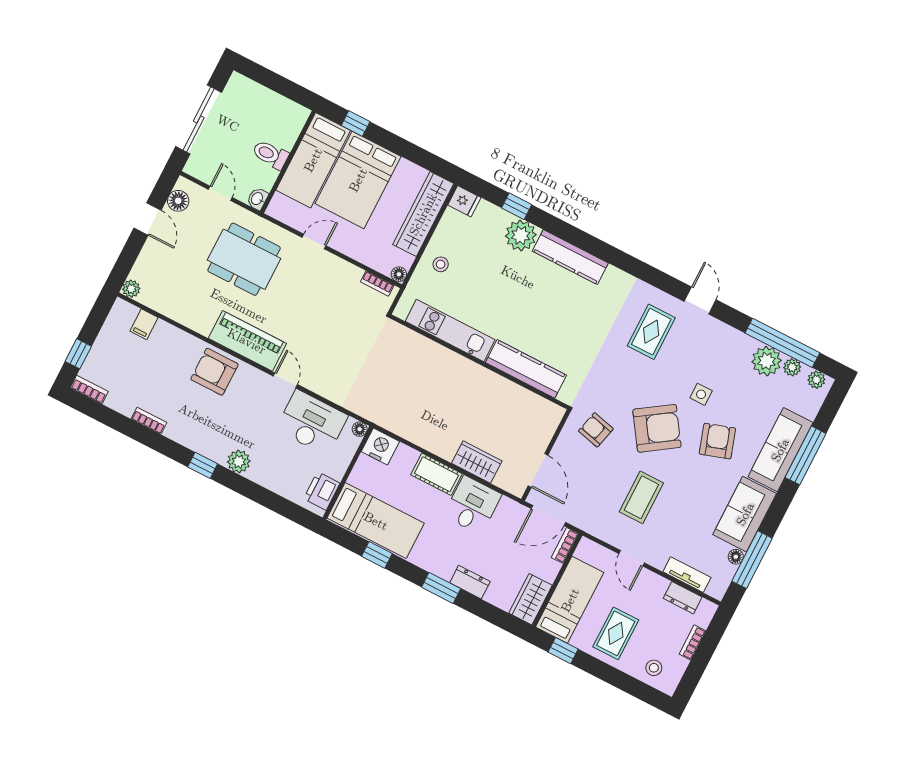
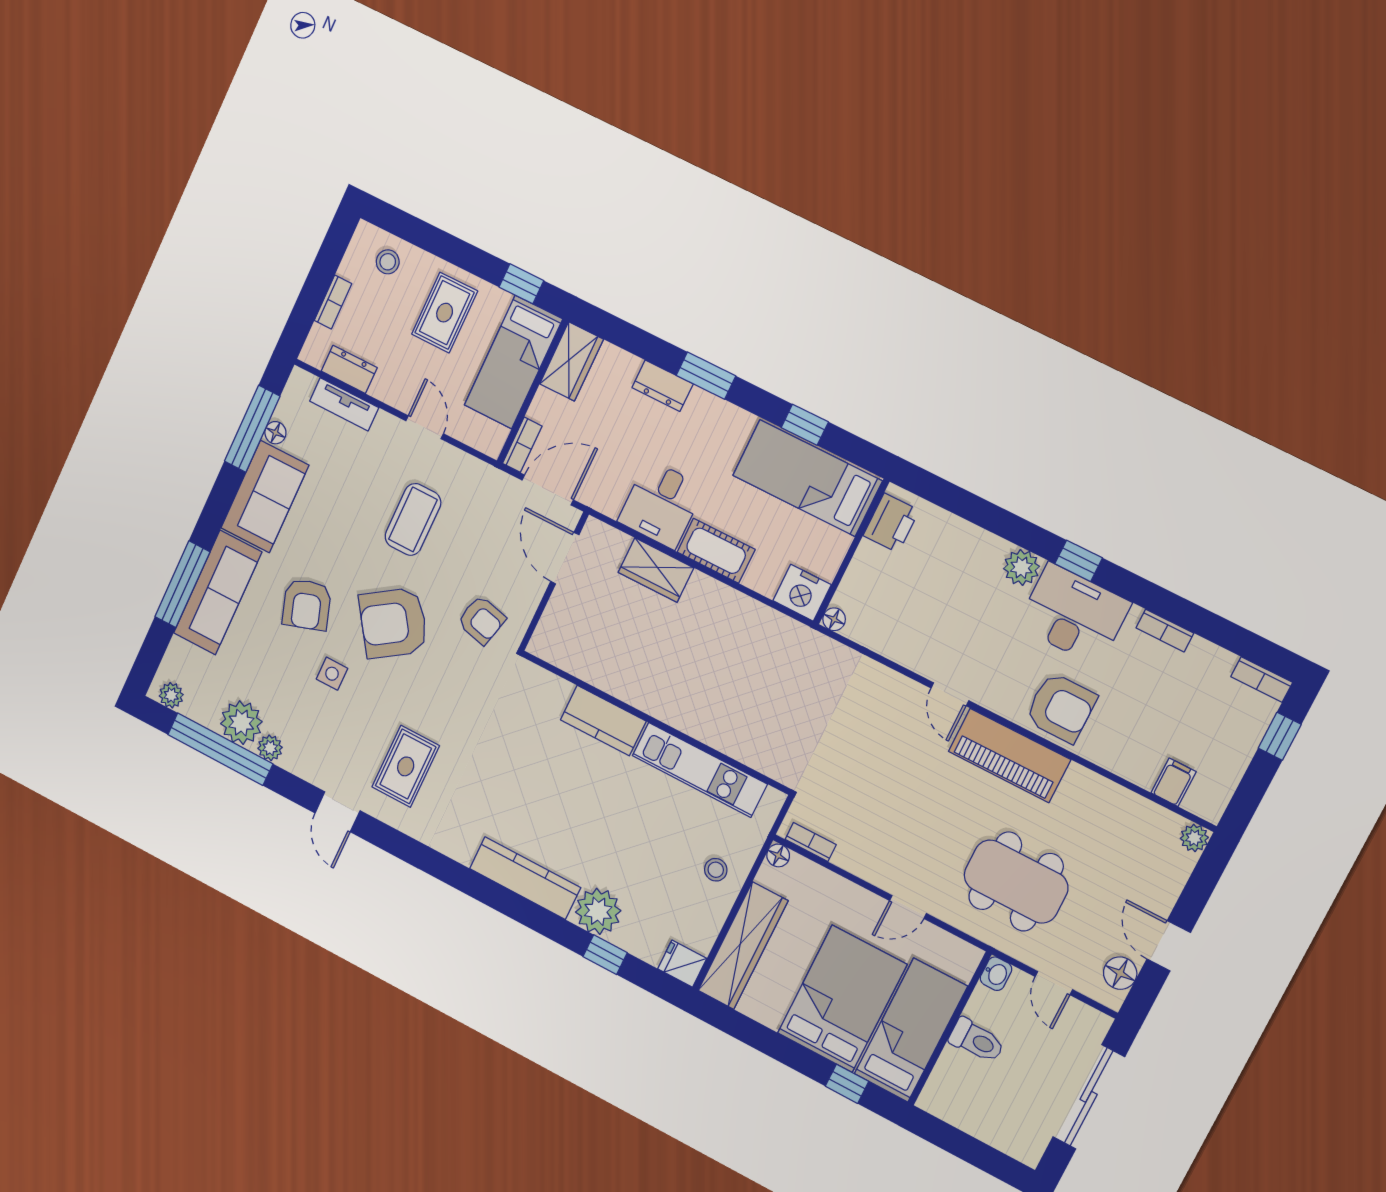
plant: (792, 367) -> (270, 748), moved
kitchen counter: (526, 369) -> (603, 721), width x0.67
desk: (312, 423) -> (1074, 614), moved, turned 180

